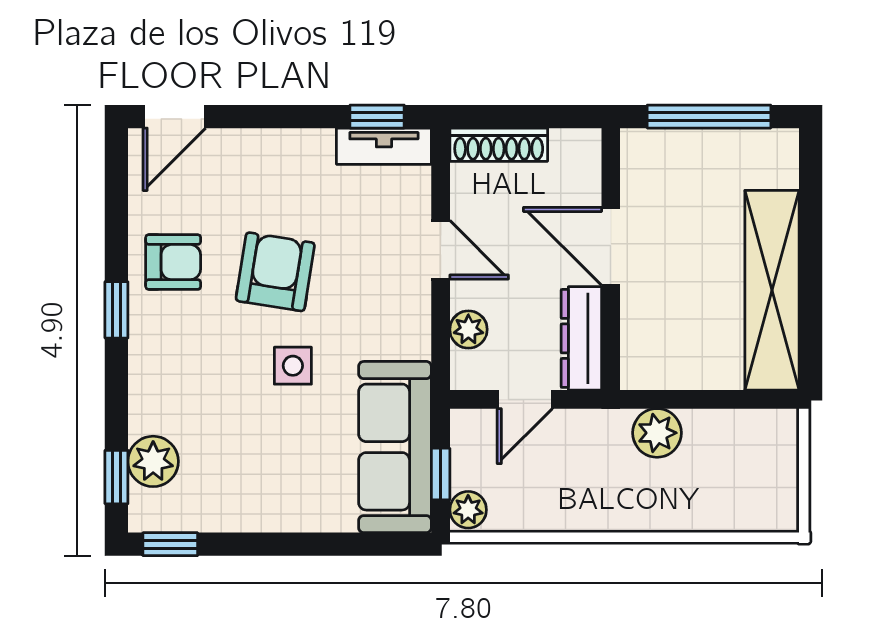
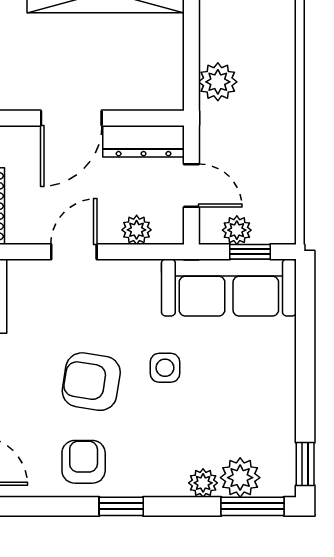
plant: (146, 414) -> (203, 483), added
window: (116, 477) -> (252, 506), width x1.50
plant: (468, 510) -> (237, 230), moved

